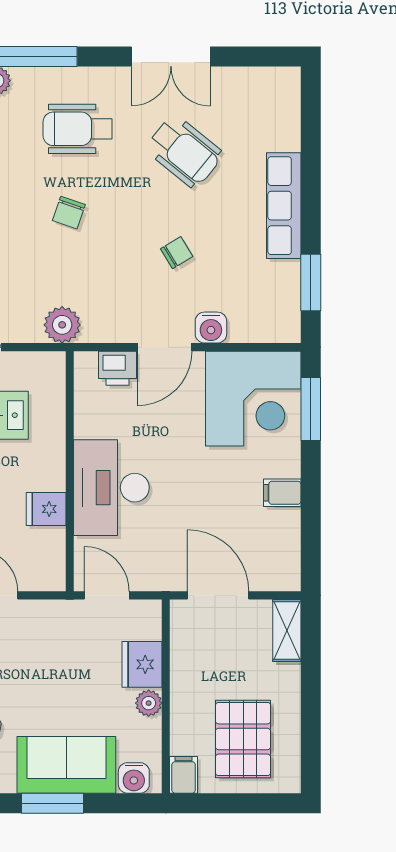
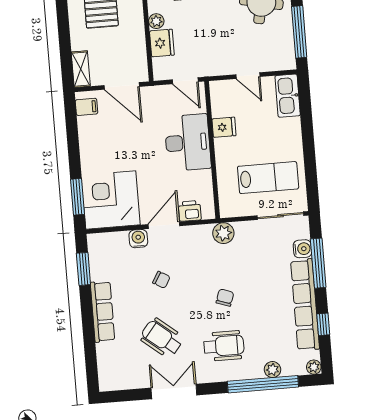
chair: (177, 253) -> (161, 280), turned -119
filing cabinet: (282, 493) -> (86, 107), moved

